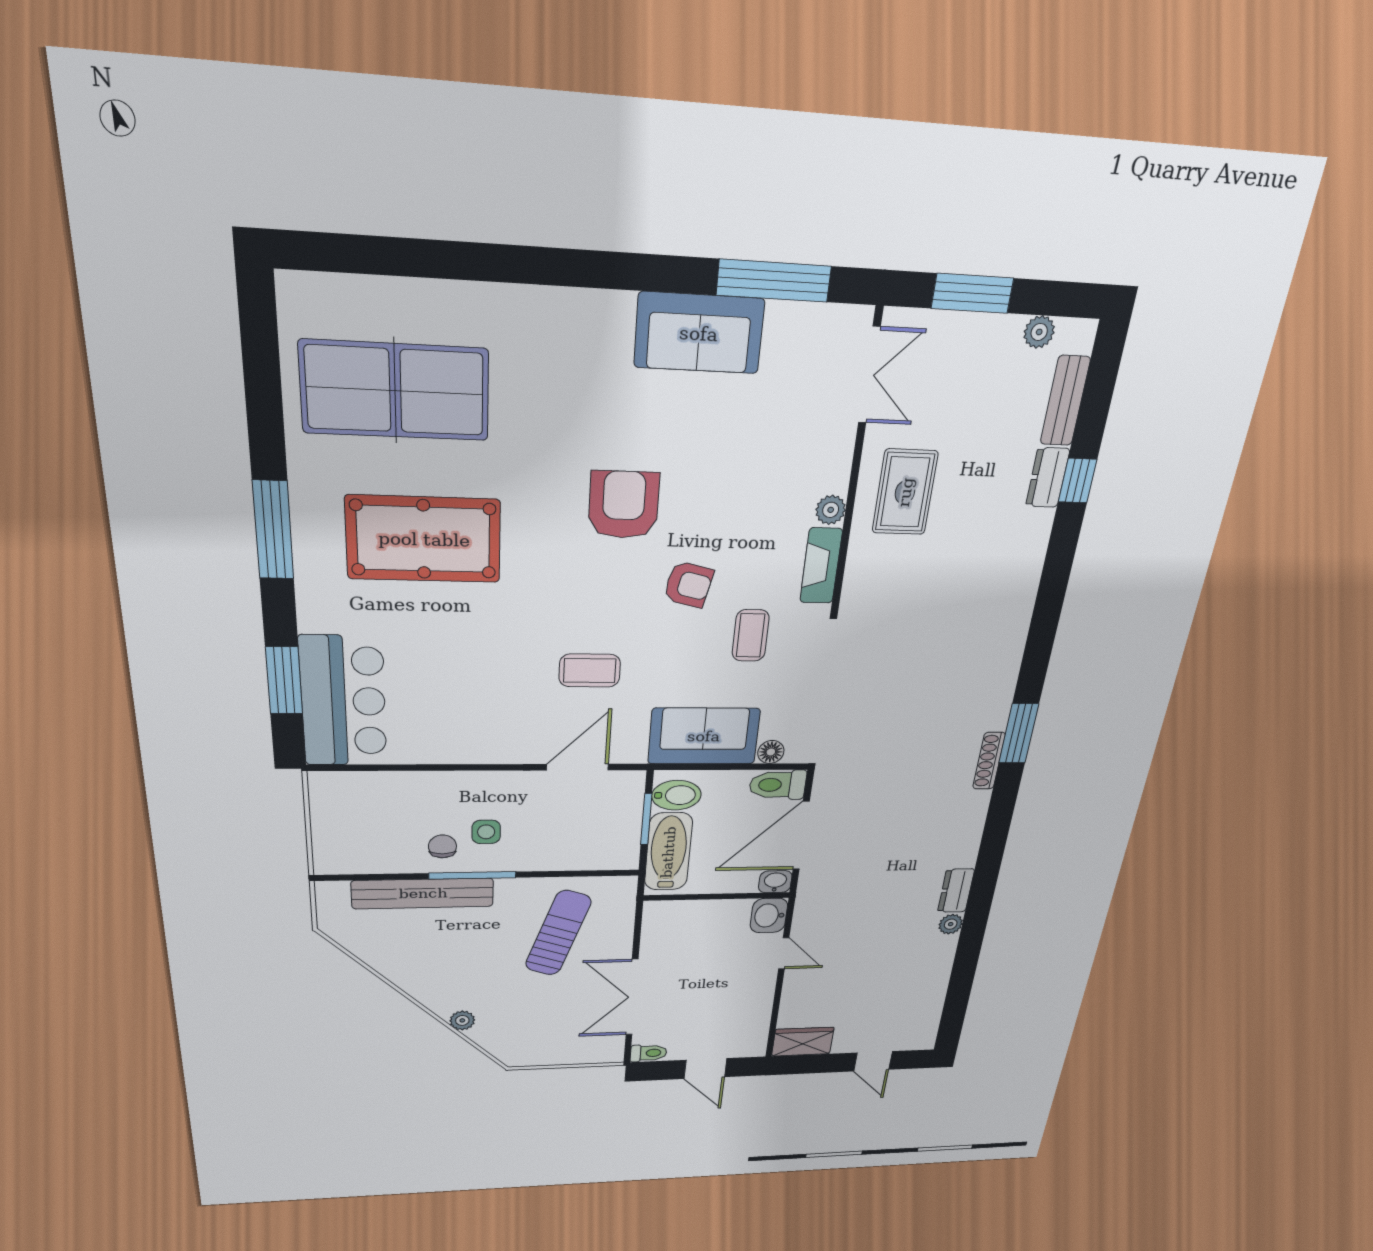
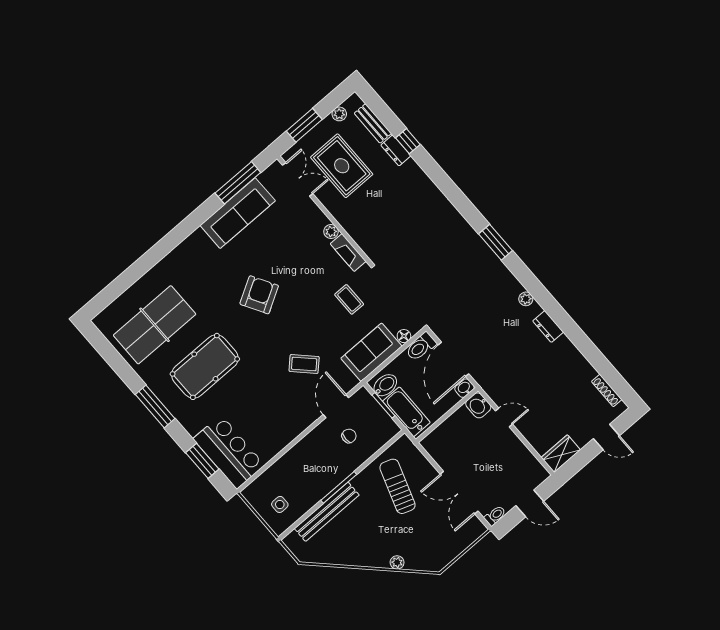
sofa: (699, 333) -> (238, 213), width x1.36
rug: (905, 492) -> (342, 166), moved, width x1.36, depth x1.43
armchair: (624, 505) -> (259, 295), turned 60
armchair: (688, 584) -> (308, 302), removed
coffee table: (590, 671) -> (304, 364), turned 45
shoe rack: (989, 761) -> (607, 390), moved
side table: (486, 832) -> (280, 504), moved
chair: (442, 846) -> (349, 436), moved, turned 90
plant: (951, 924) -> (526, 299), moved

